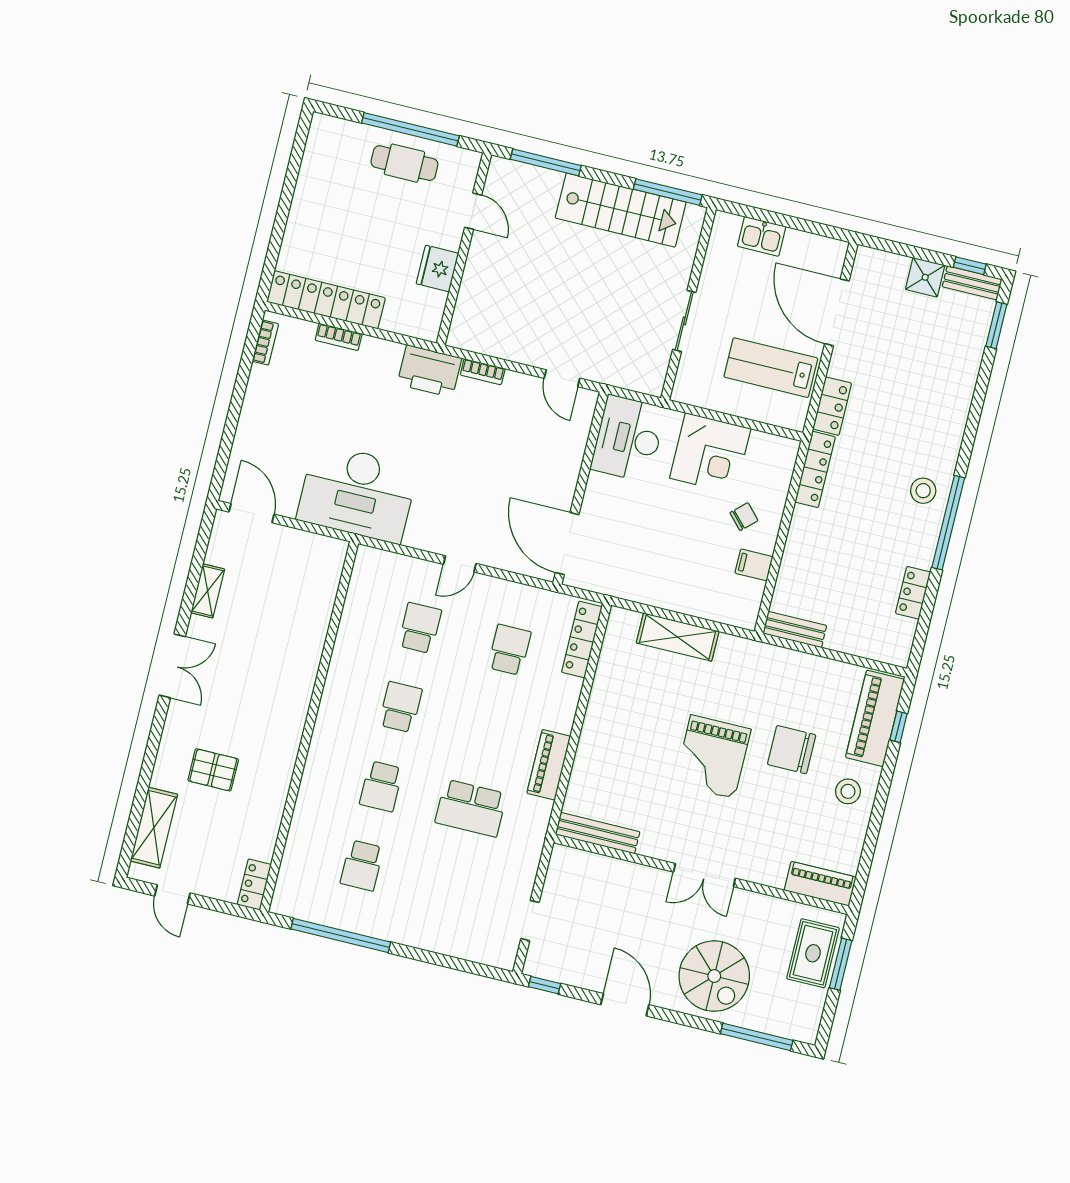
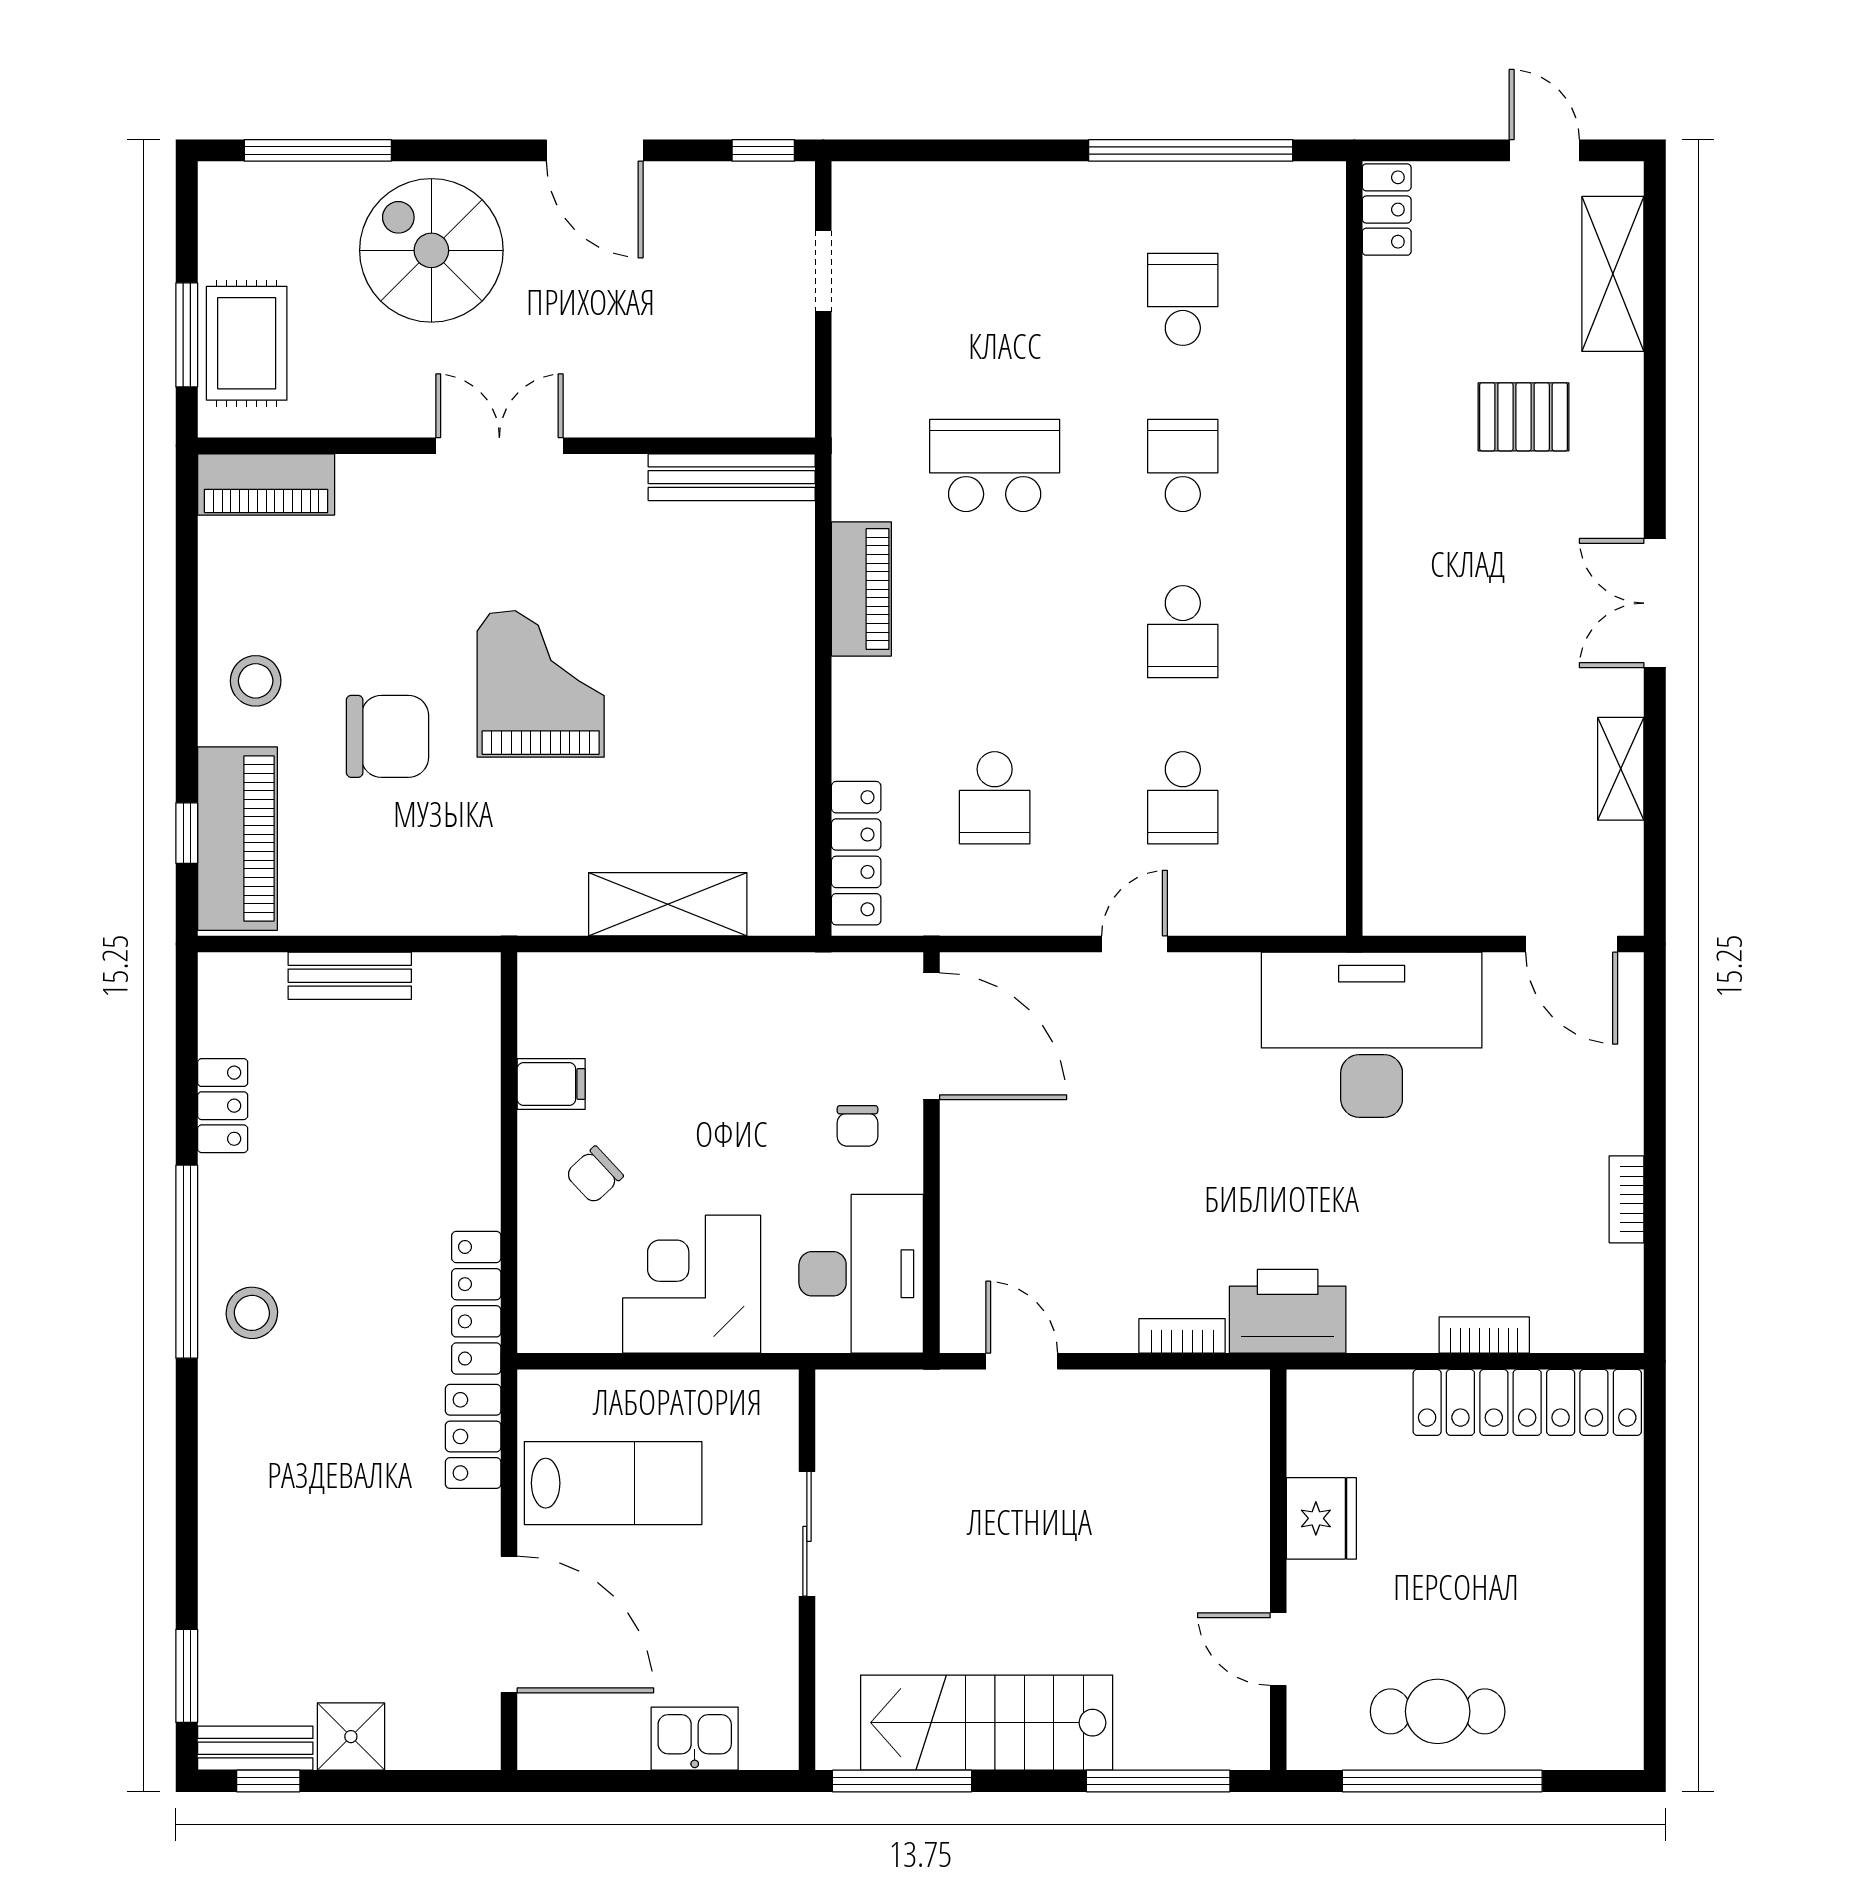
bookcase: (265, 342) -> (1627, 1199), moved
chair: (613, 509) -> (857, 1126), added
bench: (795, 630) -> (350, 976), moved

